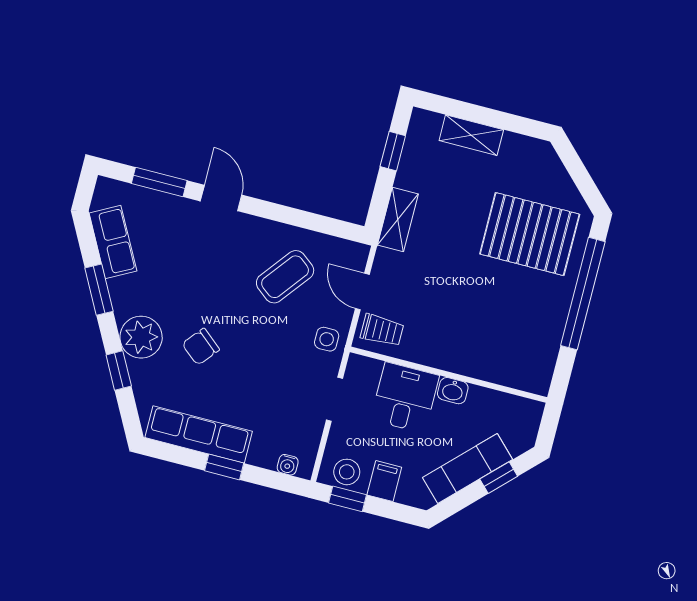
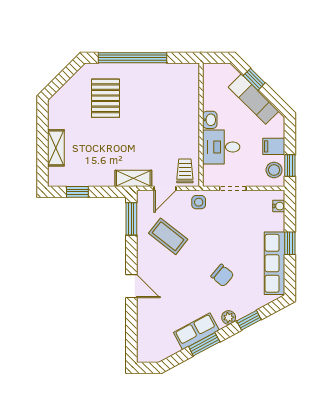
window: (159, 182) -> (131, 219), moved
door: (221, 198) -> (131, 286), swing flipped
shelving: (398, 220) -> (133, 178), moved
pallet: (530, 234) -> (105, 98), width x0.73, depth x0.71
row of seats: (113, 242) -> (196, 331), moved
plant: (141, 337) -> (229, 317), width x0.53, depth x0.53

